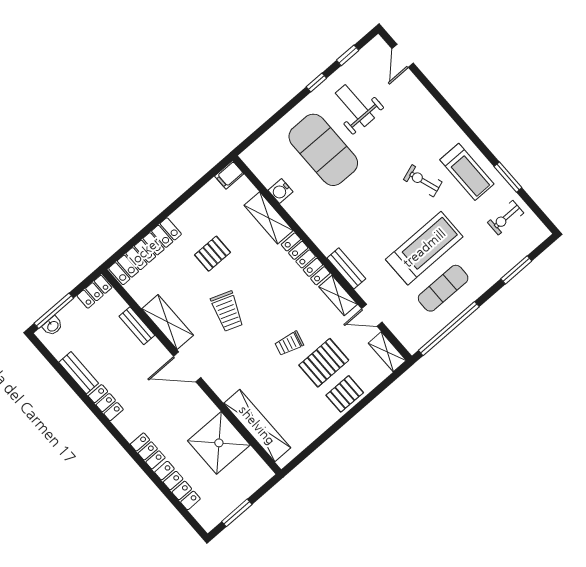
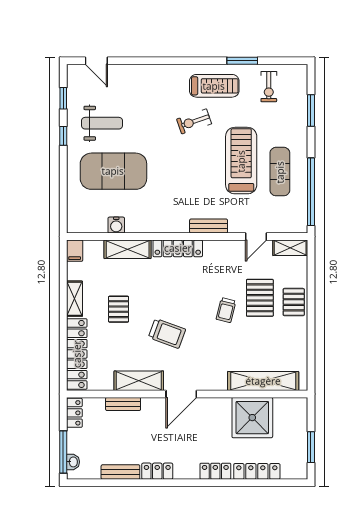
weight bench: (355, 106) -> (102, 123), turned 180
shelving: (338, 296) -> (74, 299), moved, turned 90

